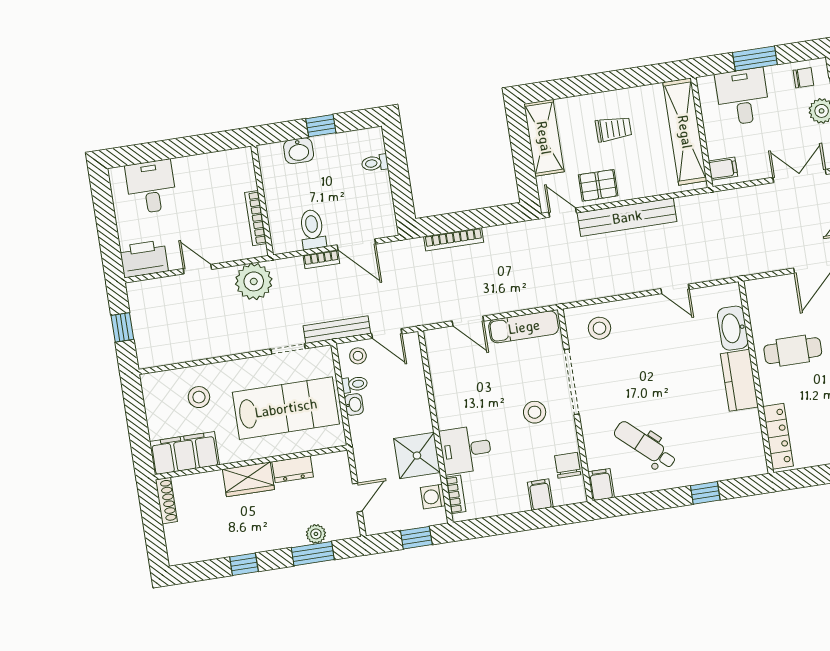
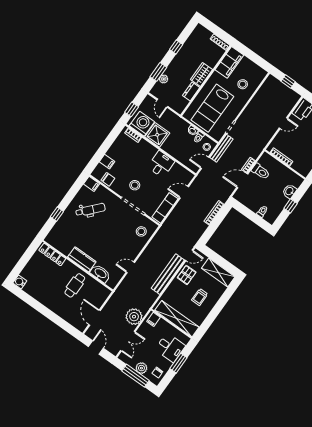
plant: (254, 281) -> (134, 317), moved
desk: (466, 450) -> (161, 164), moved
washing machine: (433, 497) -> (142, 124), width x1.89, depth x1.89

